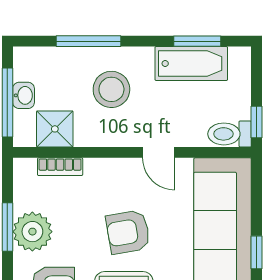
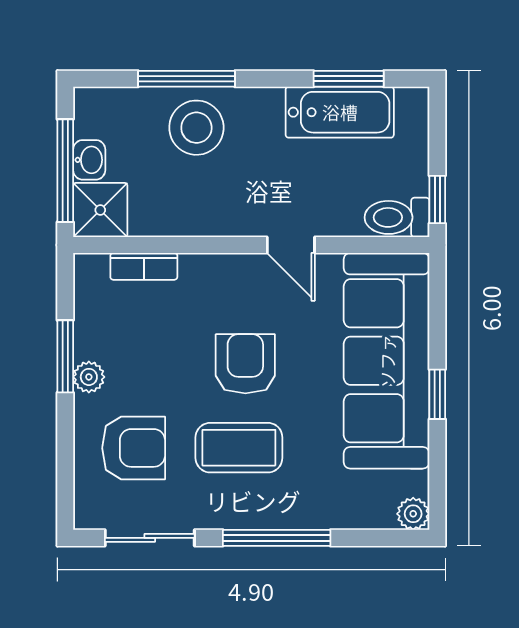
stool: (111, 89) -> (196, 128), moved
shower: (55, 129) -> (100, 210), moved
plant: (32, 232) -> (89, 377), width x0.53, depth x0.53
armchair: (128, 232) -> (245, 364), turned 100

